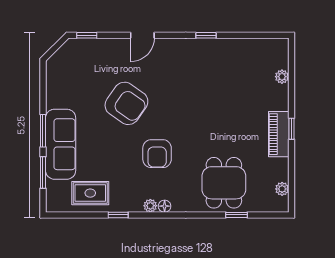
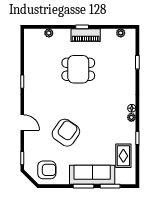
armchair: (157, 154) -> (47, 170), moved
dining table: (224, 183) -> (78, 69), moved

